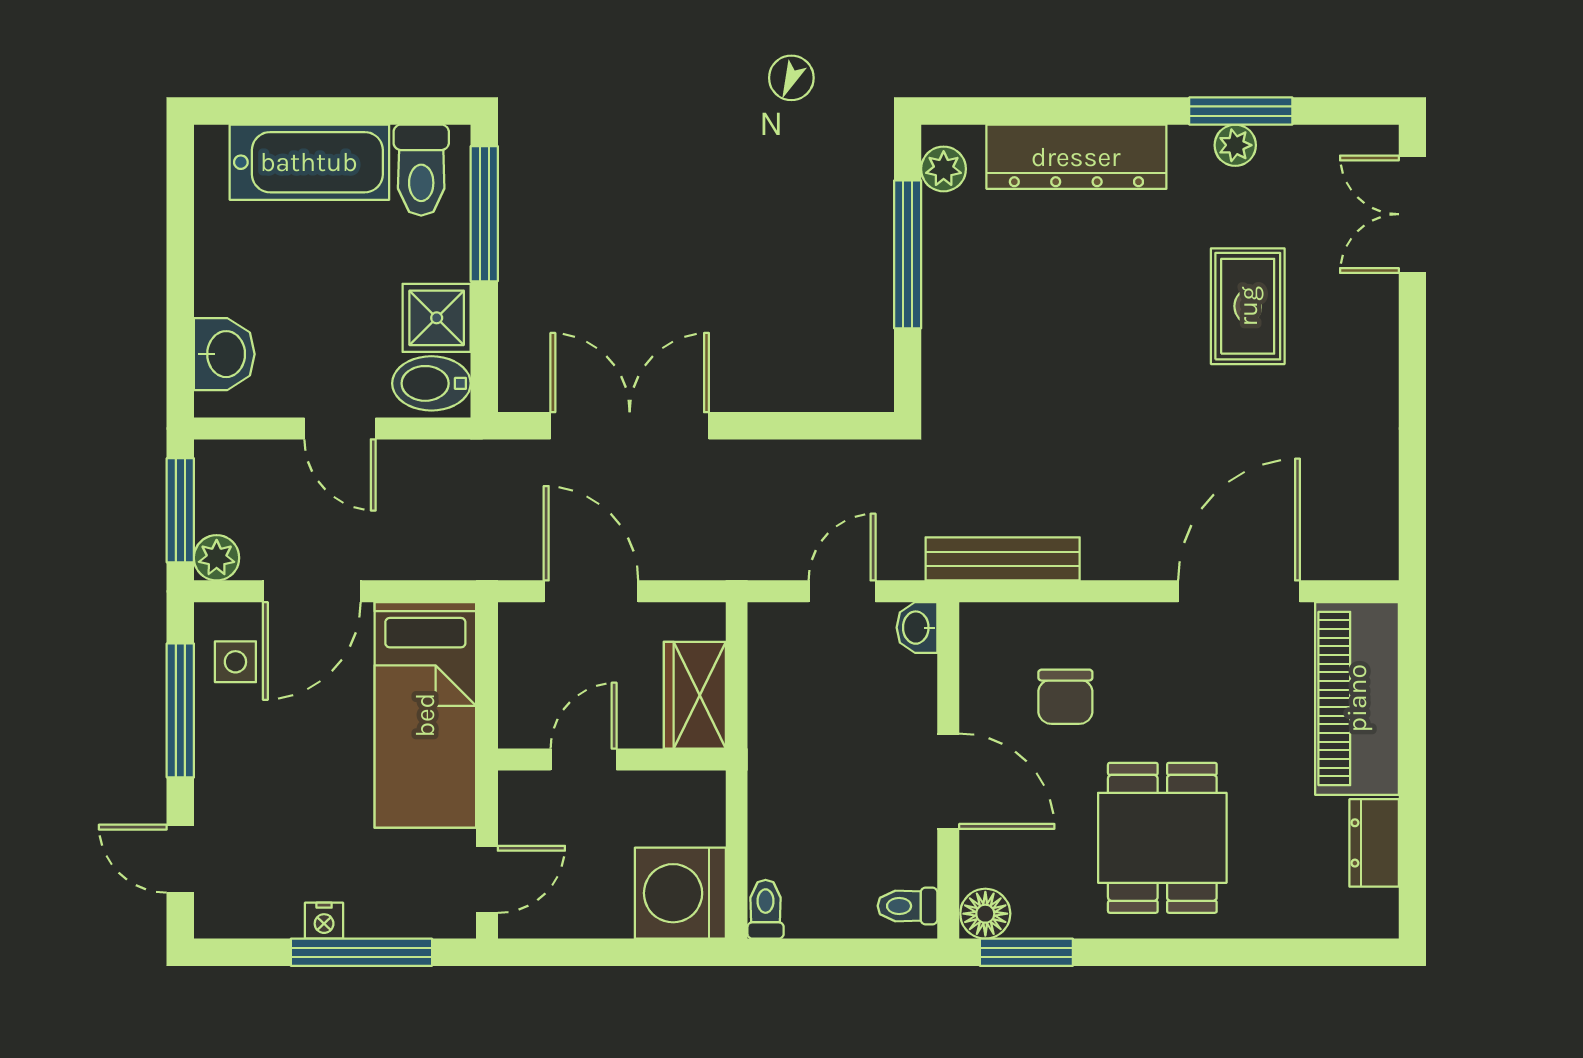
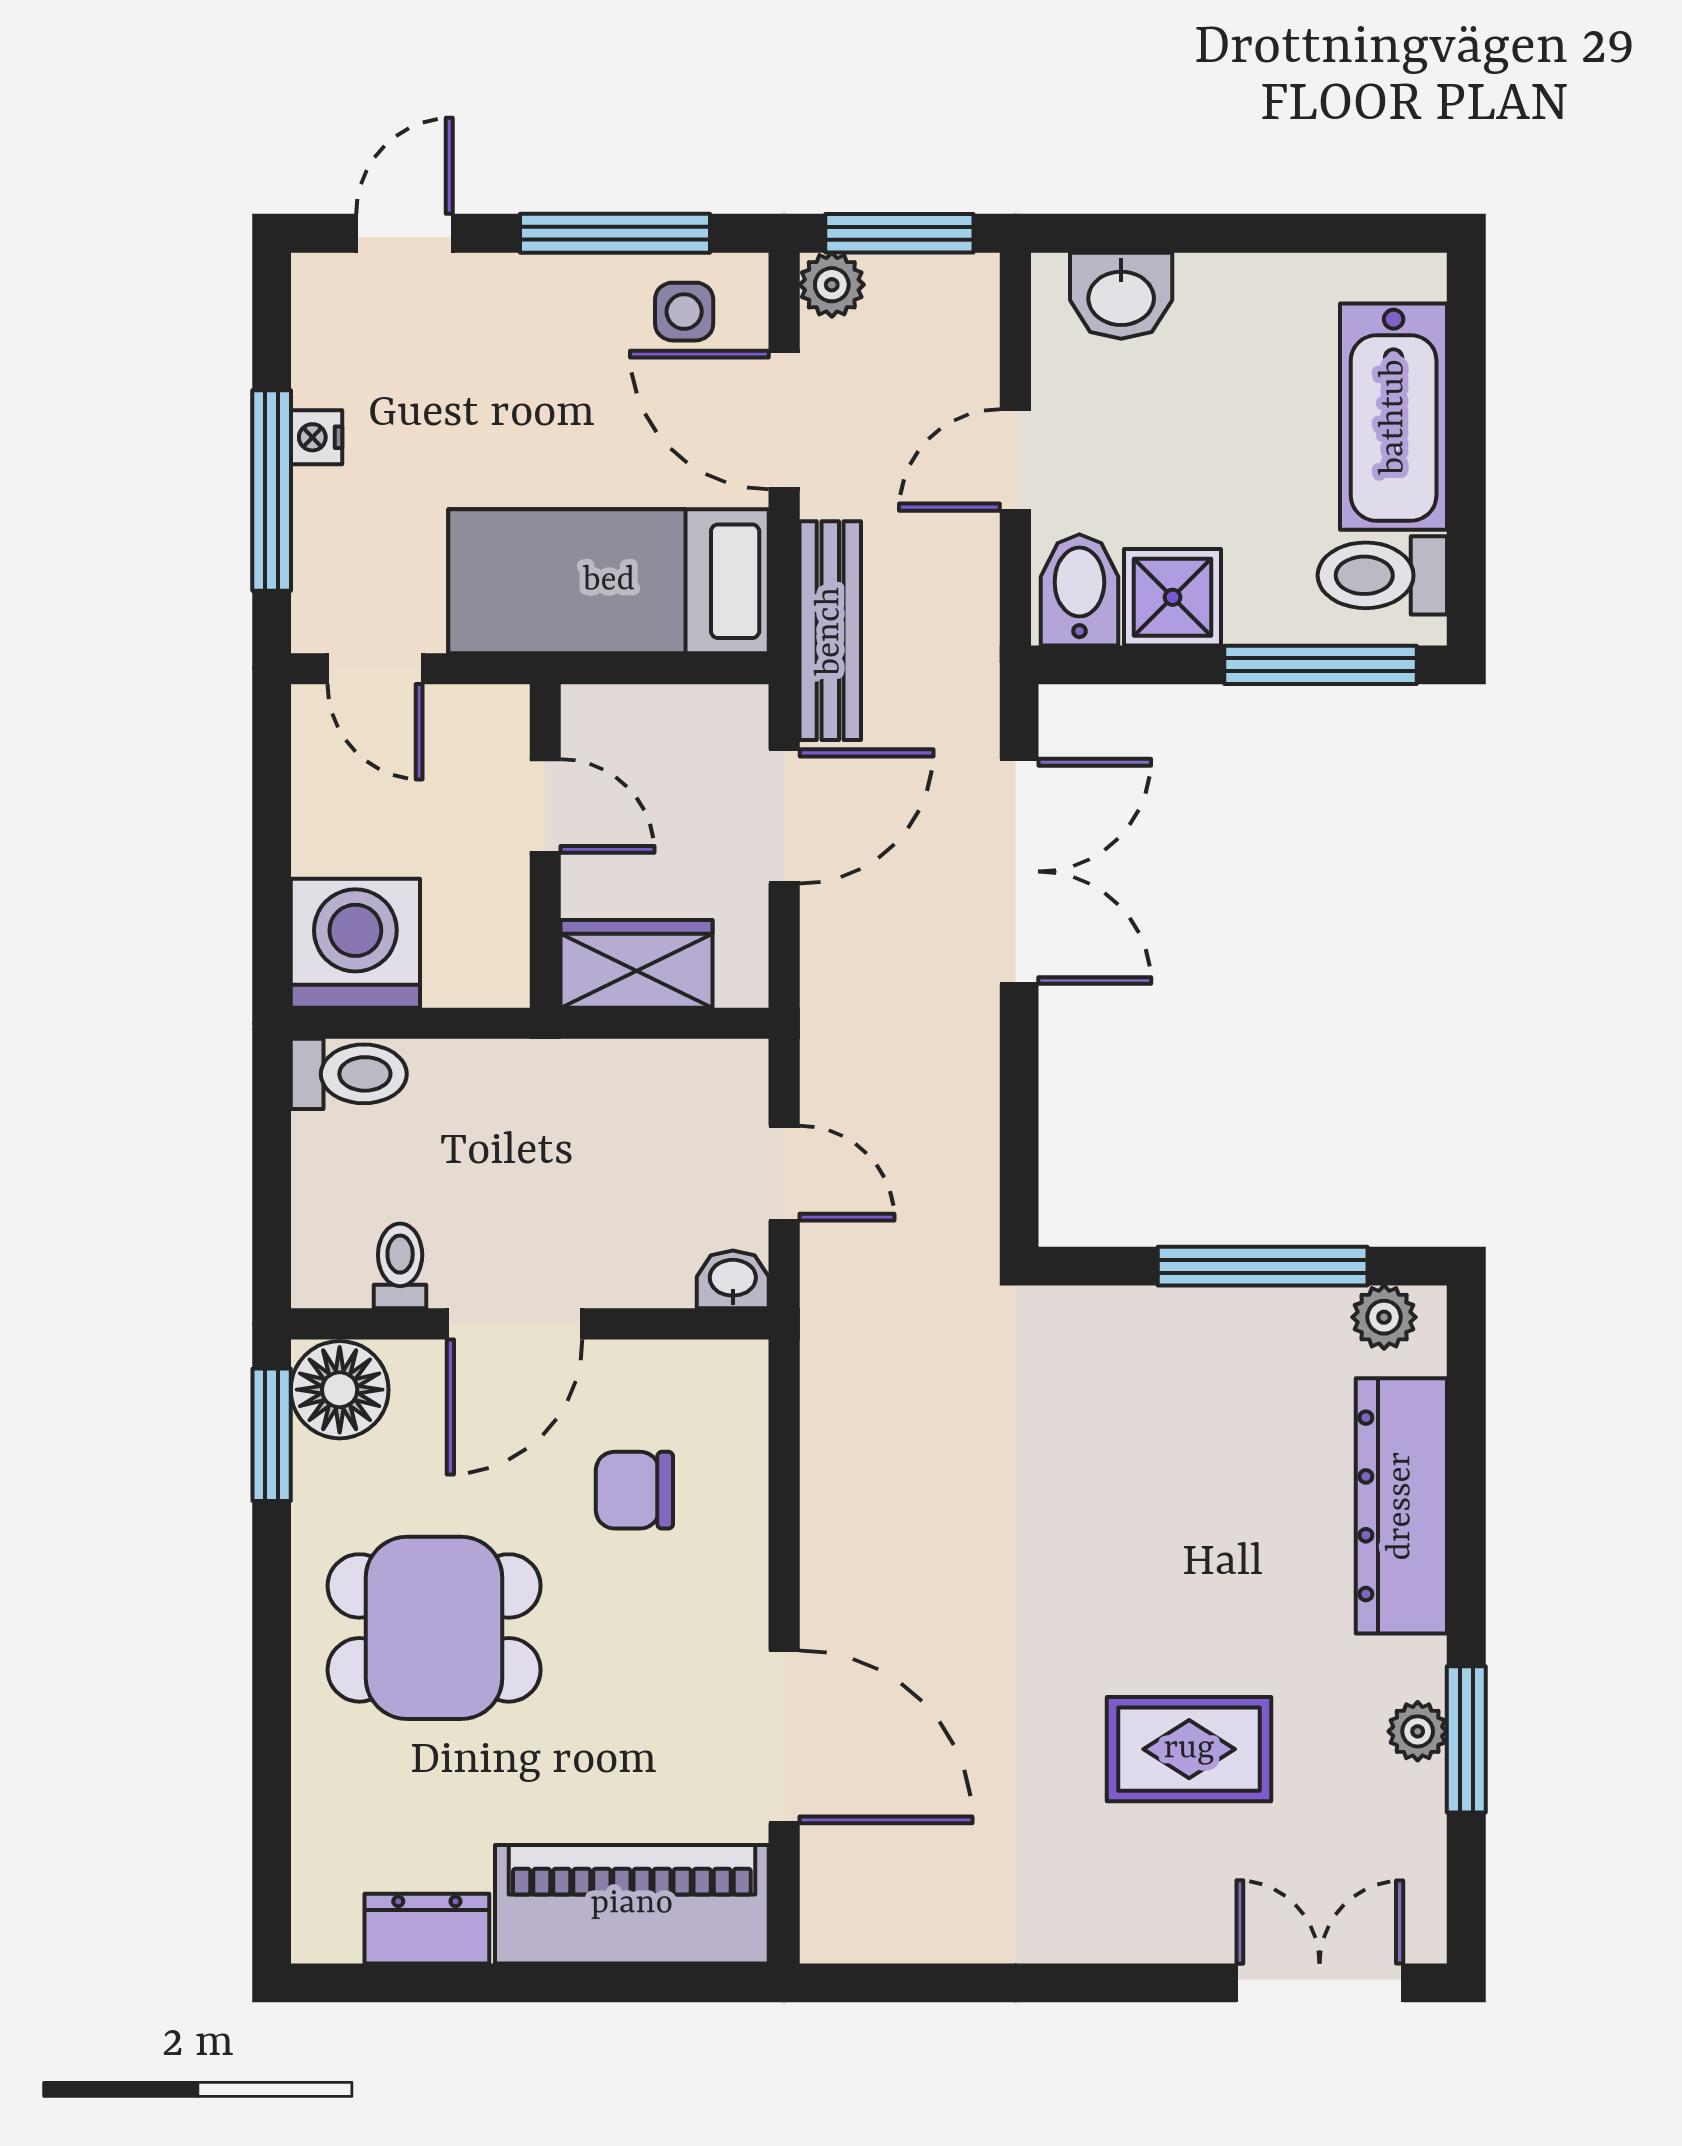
bench: (1003, 559) -> (830, 631), moved
toilet: (907, 906) -> (400, 1266), moved
toilet: (766, 909) -> (349, 1074), width x1.37, depth x1.39
floor lamp: (985, 914) -> (340, 1390), width x1.38, depth x1.38

